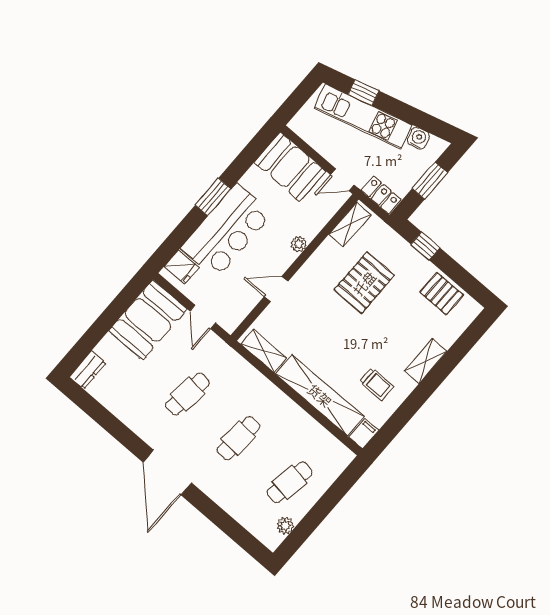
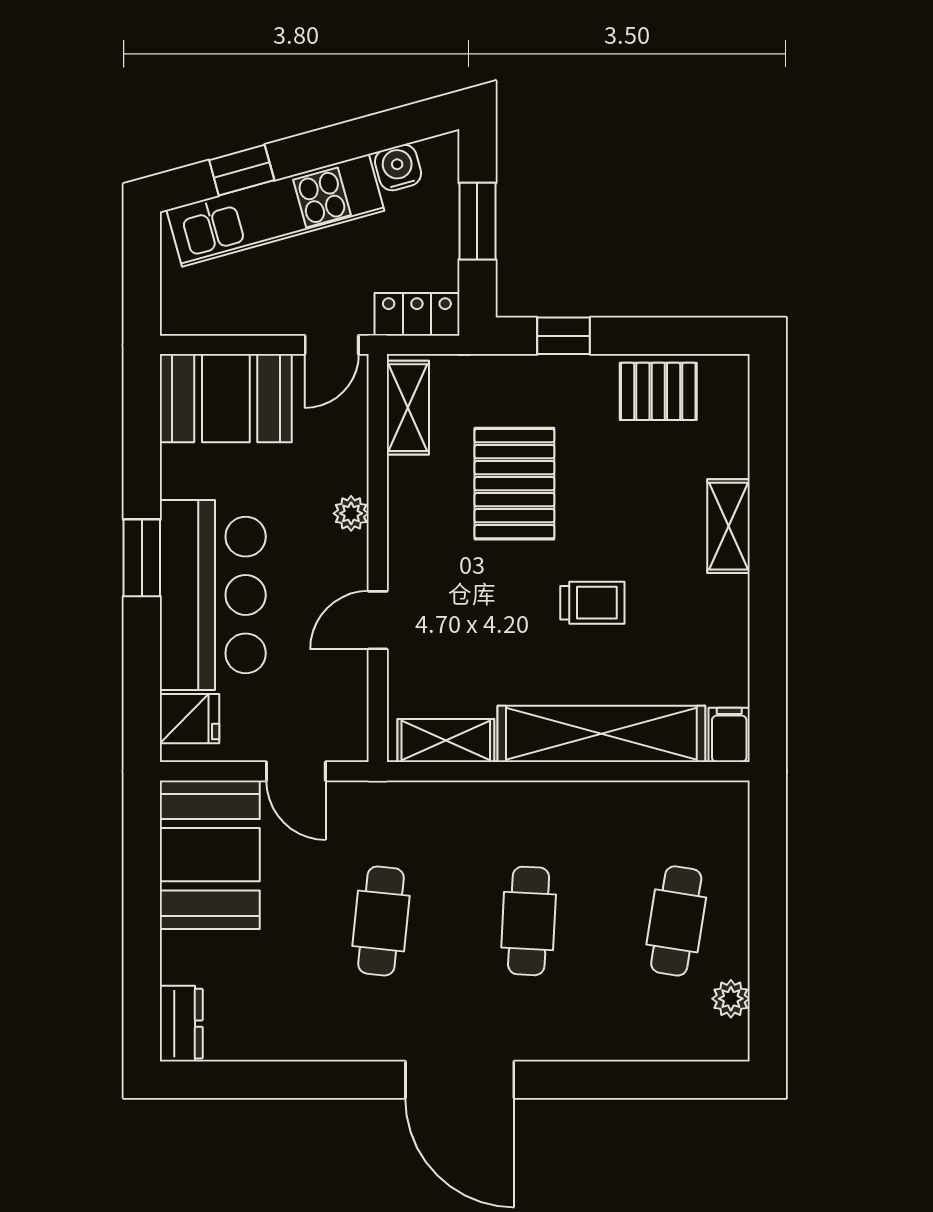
trolley: (377, 384) -> (592, 603), moved

